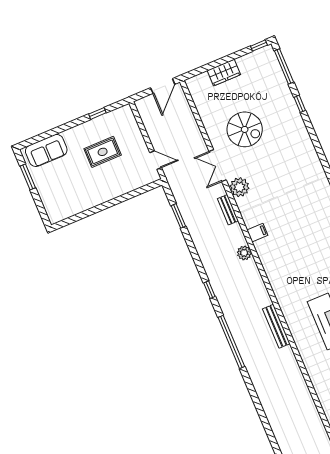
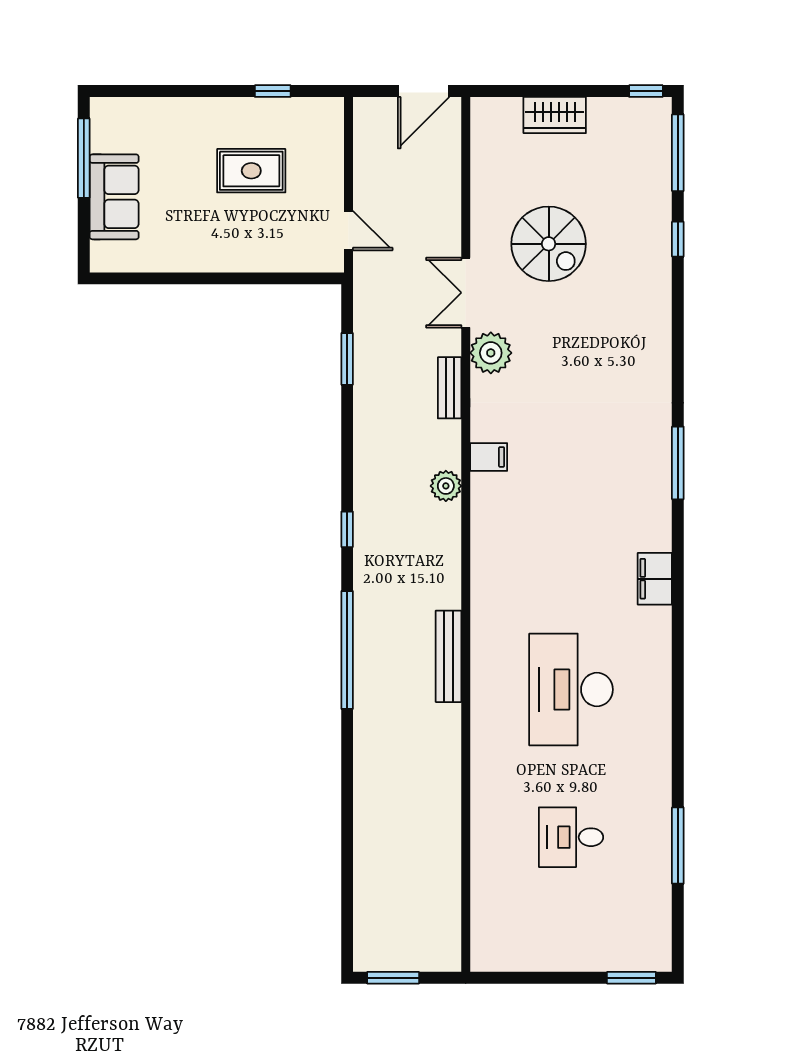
sofa: (46, 150) -> (114, 197), moved, turned -90
window: (28, 177) -> (84, 158), width x1.44

